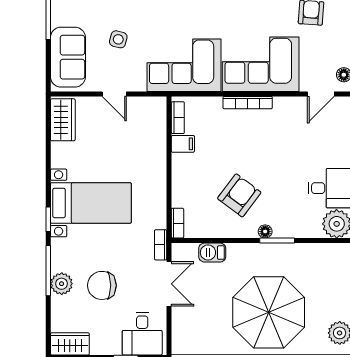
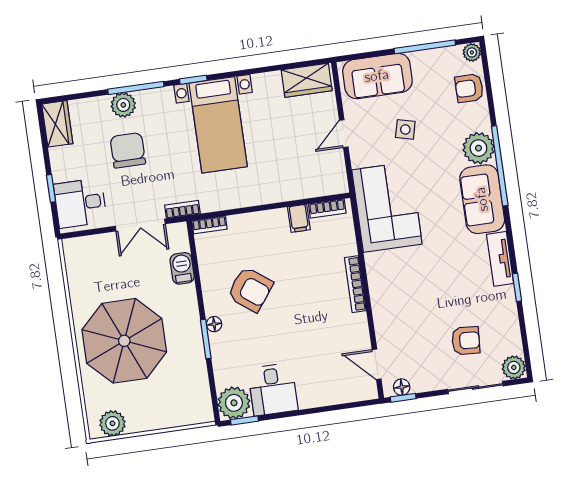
corner sofa: (261, 64) -> (400, 293), removed

